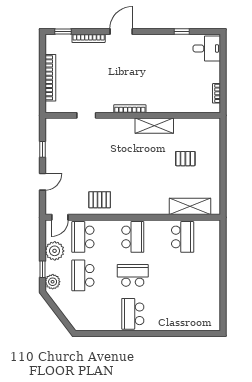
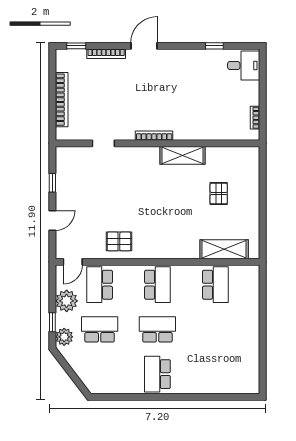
pallet: (185, 159) -> (219, 193), turned 90
school desk: (83, 275) -> (100, 329), turned 90

